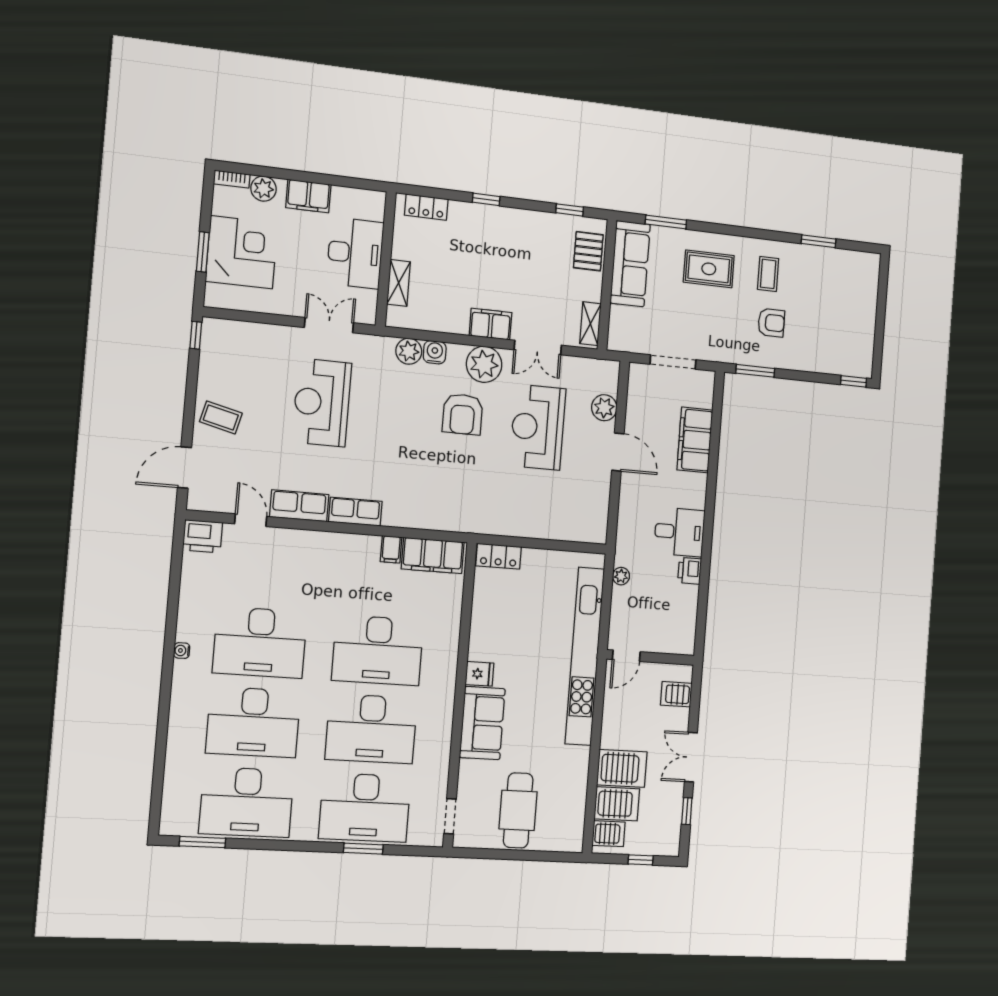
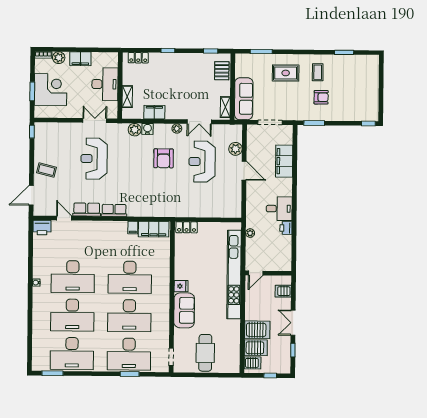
sofa: (630, 264) -> (244, 99), moved
filing cabinet: (491, 324) -> (154, 112), moved
plant: (484, 364) -> (177, 129), width x0.53, depth x0.53

